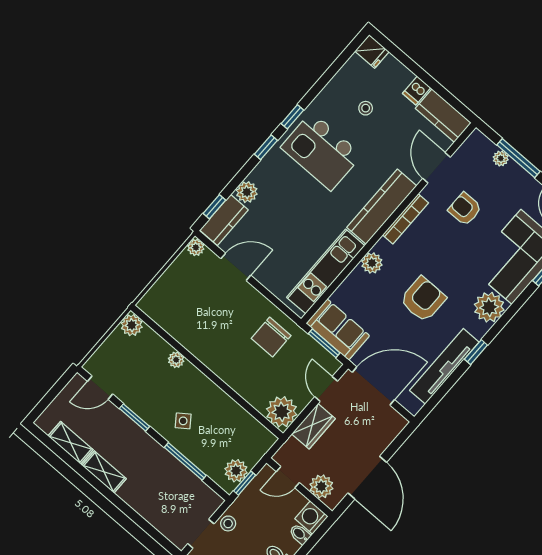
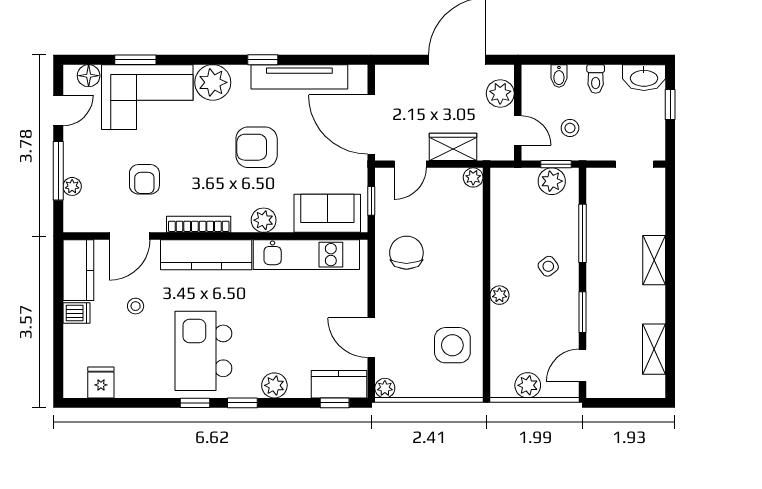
fridge: (372, 51) -> (101, 383), moved
stool: (366, 108) -> (136, 306), moved
kitchen island: (321, 151) -> (203, 351), turned 180
plant: (247, 192) -> (274, 385), moved
side table: (186, 315) -> (452, 345), added
plant: (132, 325) -> (528, 385), moved
sofa: (338, 330) -> (327, 213), moved, turned 90
chair: (271, 337) -> (406, 253), turned -90
window: (324, 343) -> (371, 201), width x0.67
plant: (176, 360) -> (499, 295), moved
door: (100, 388) -> (582, 365), swing flipped
plant: (282, 412) -> (473, 177), width x0.53, depth x0.53
shelving: (104, 472) -> (654, 260), moved
washing machine: (311, 517) -> (535, 78), removed
stool: (228, 523) -> (570, 128), moved

